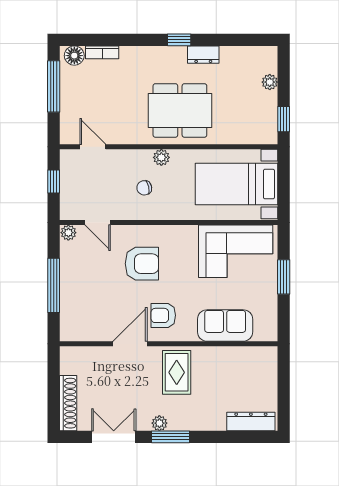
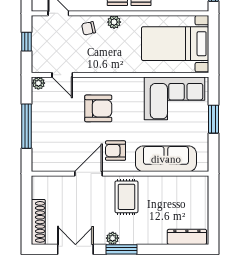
chair: (144, 188) -> (88, 28), moved
sofa: (225, 326) -> (166, 159), width x1.36

